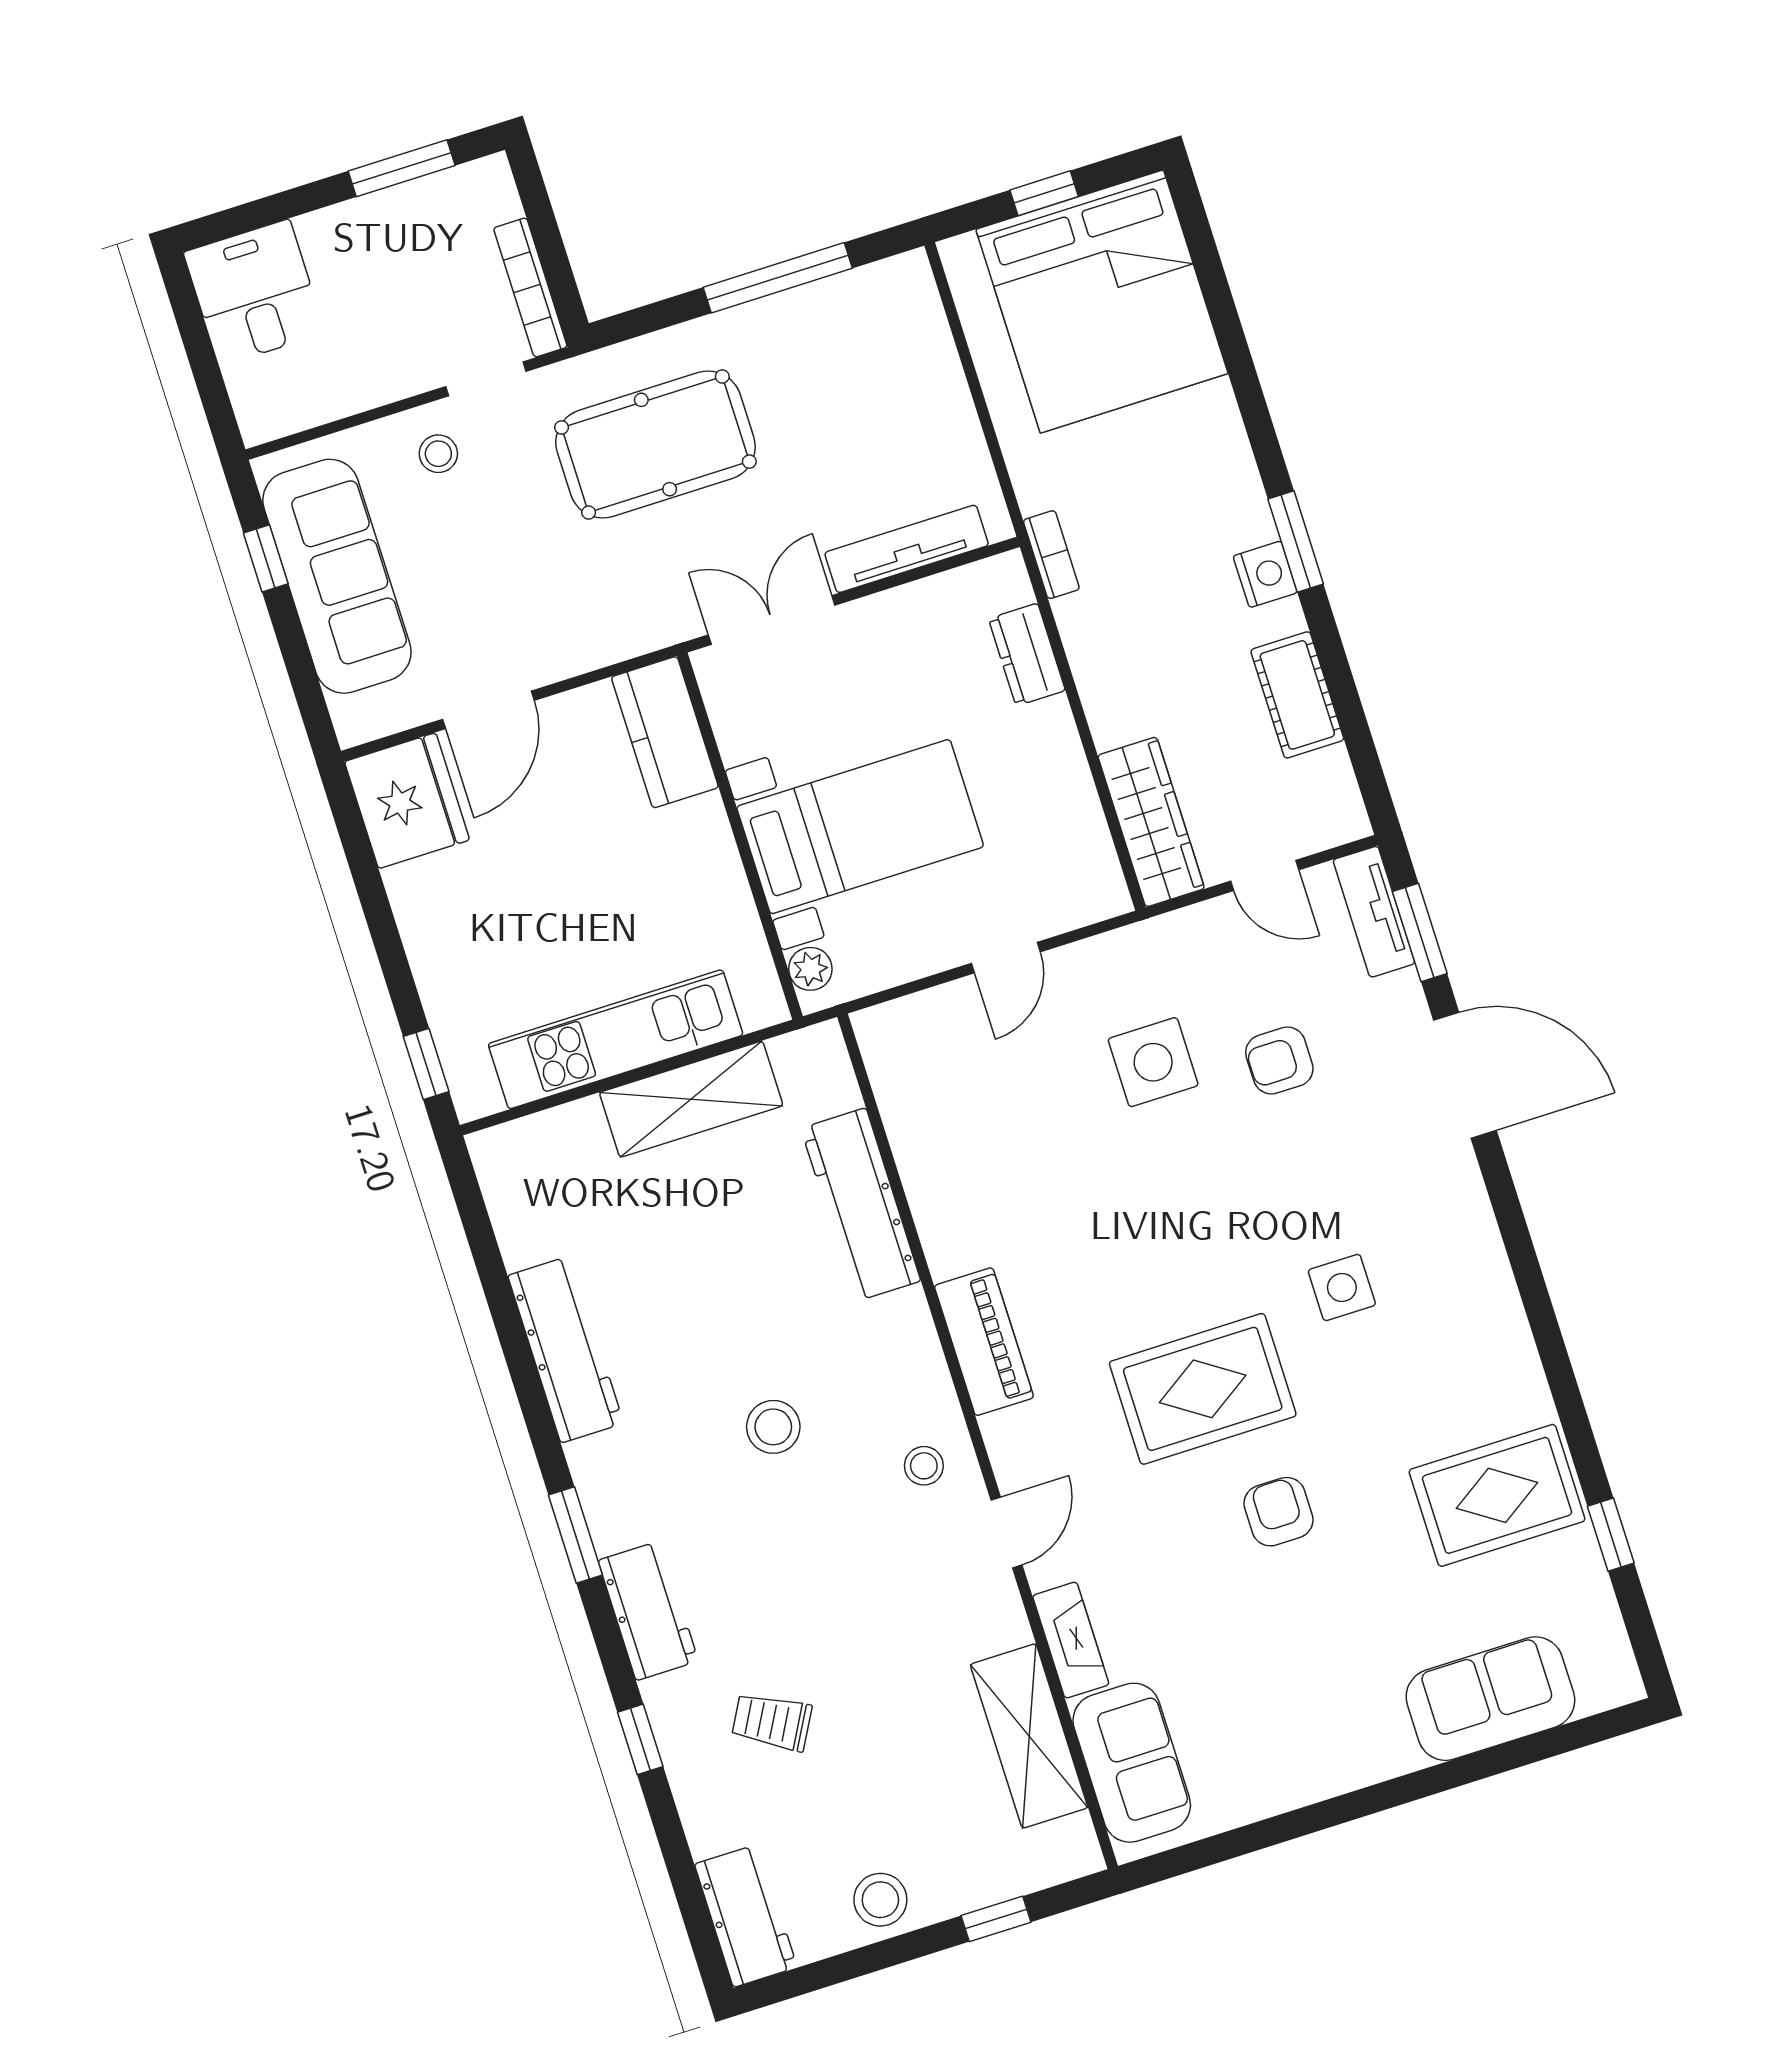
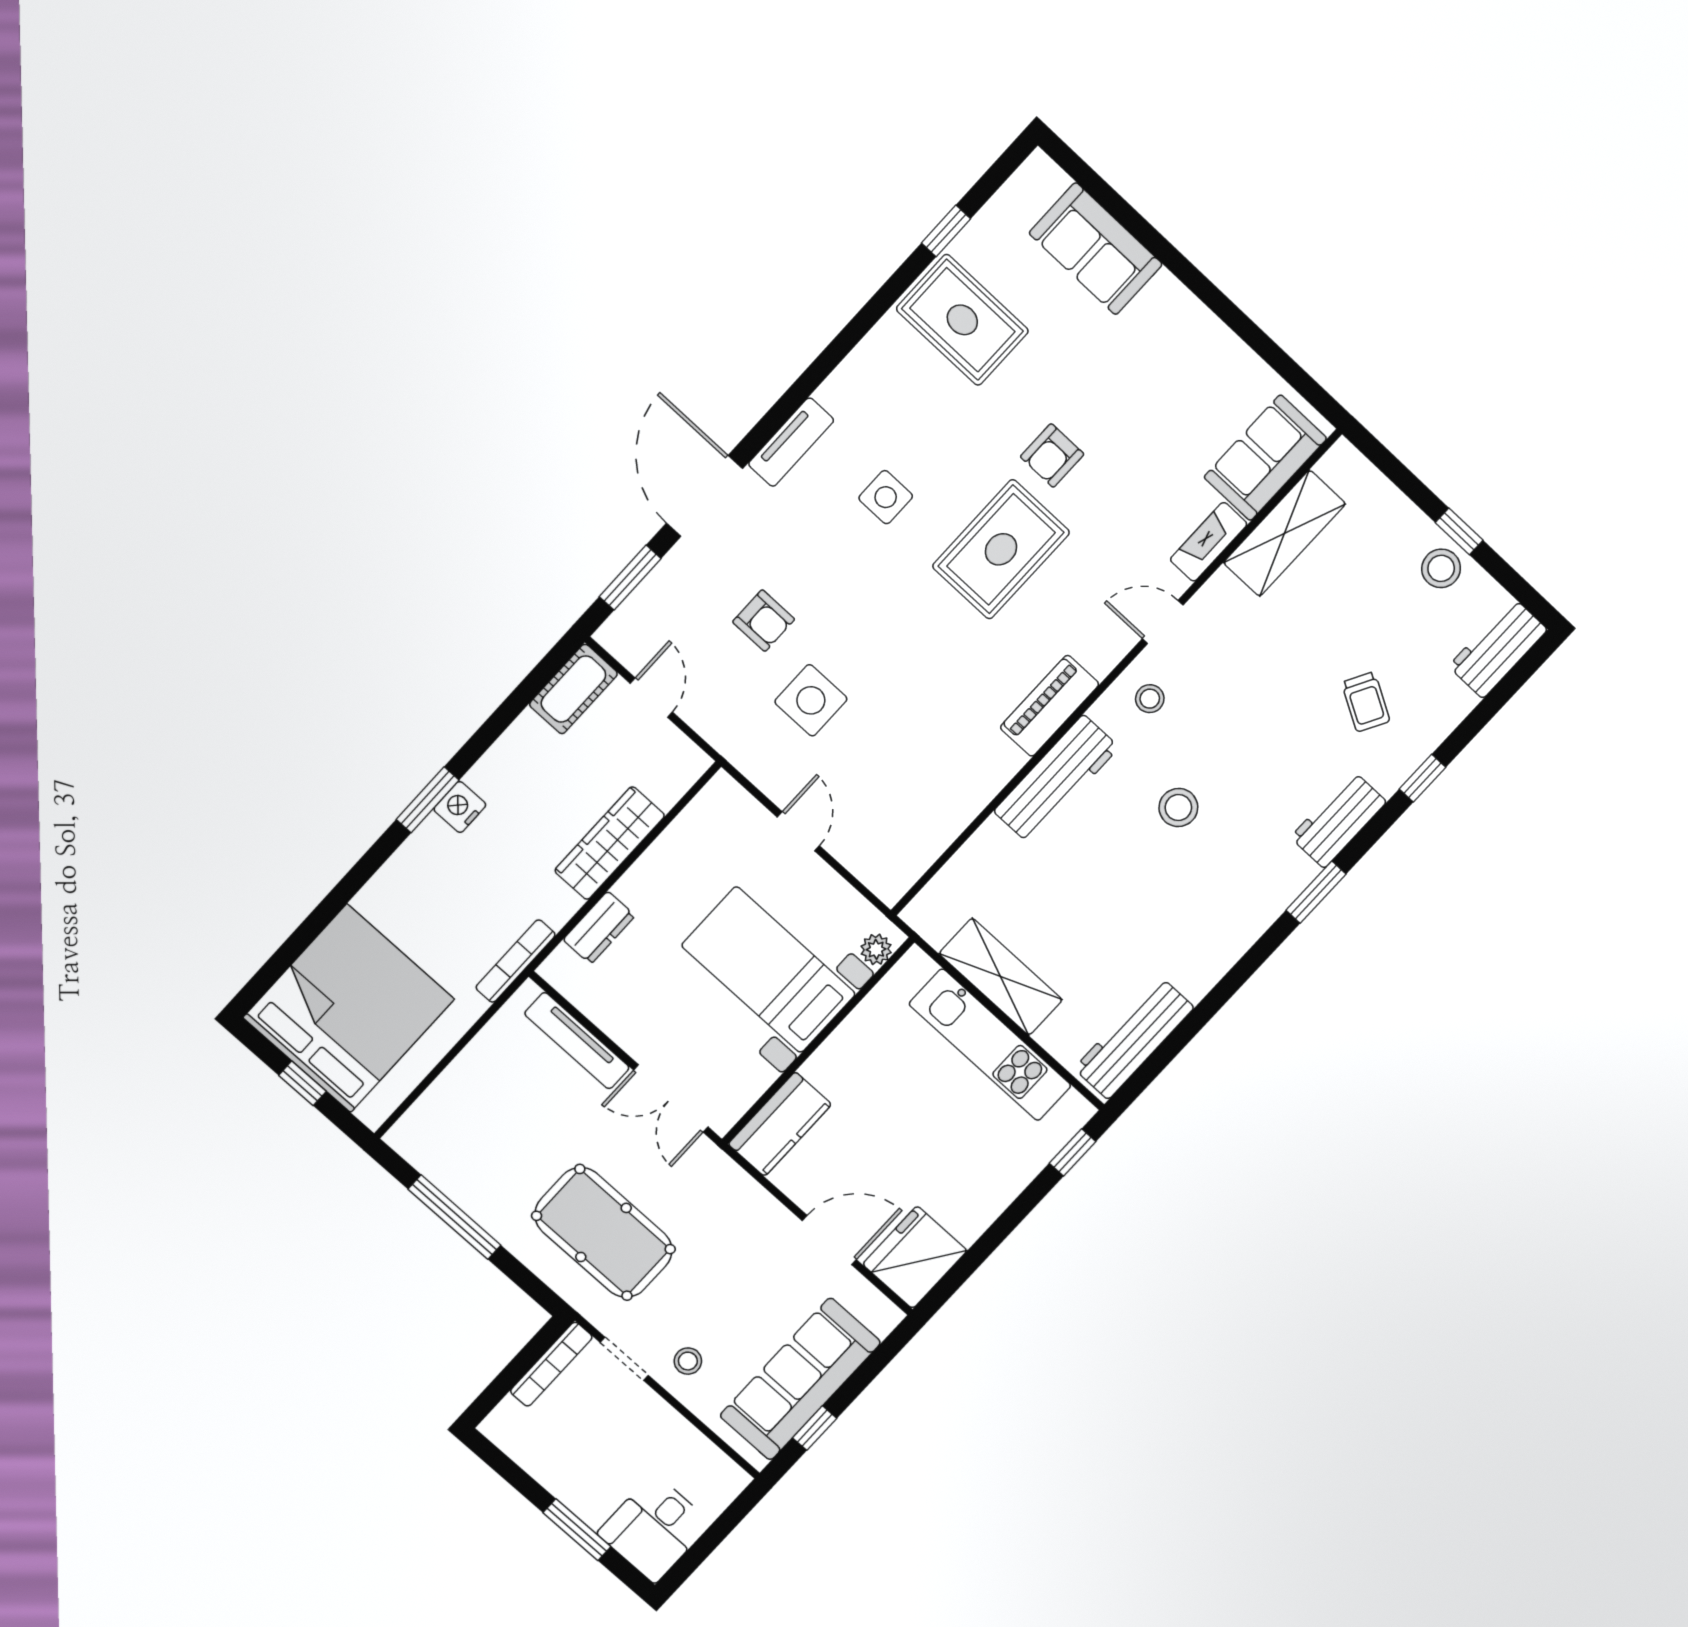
window: (402, 168) -> (577, 1530), moved
bookcase: (1051, 555) -> (516, 961), width x1.56
cot: (1297, 695) -> (573, 689), moved
wardrobe: (1151, 822) -> (610, 843), moved
tv unit: (1374, 912) -> (791, 442), moved
door: (1006, 958) -> (798, 831), hinge flipped
workbench: (861, 1205) -> (1056, 779), moved
workbench: (566, 1349) -> (1134, 1038), moved
rug: (1203, 1389) -> (1001, 549), turned 90
window: (996, 1919) -> (1459, 531), moved

